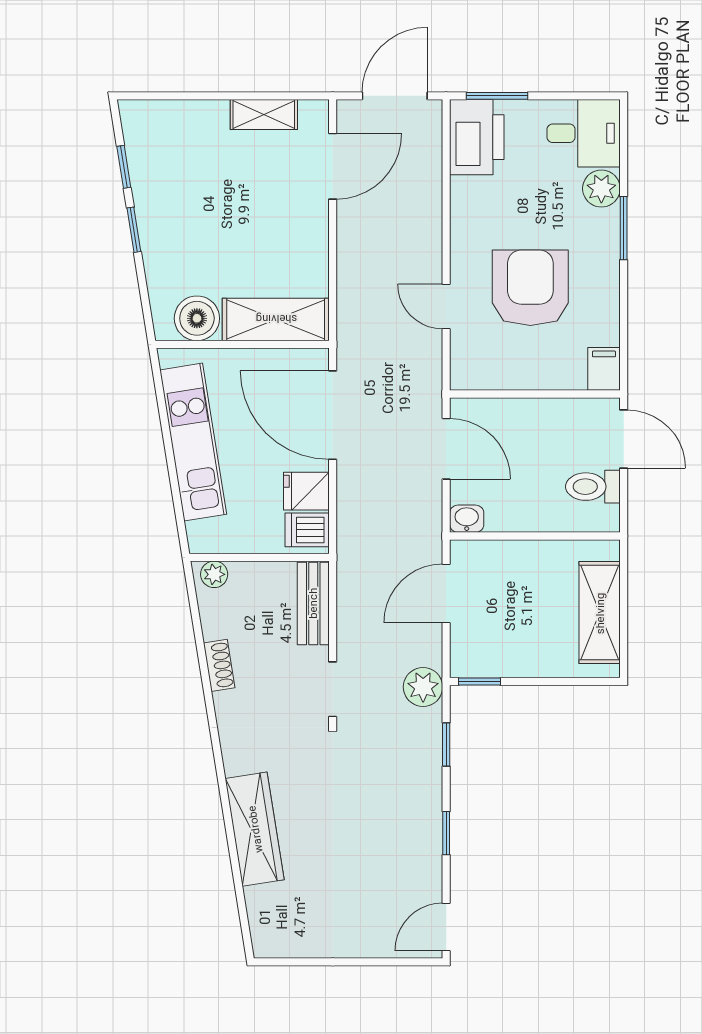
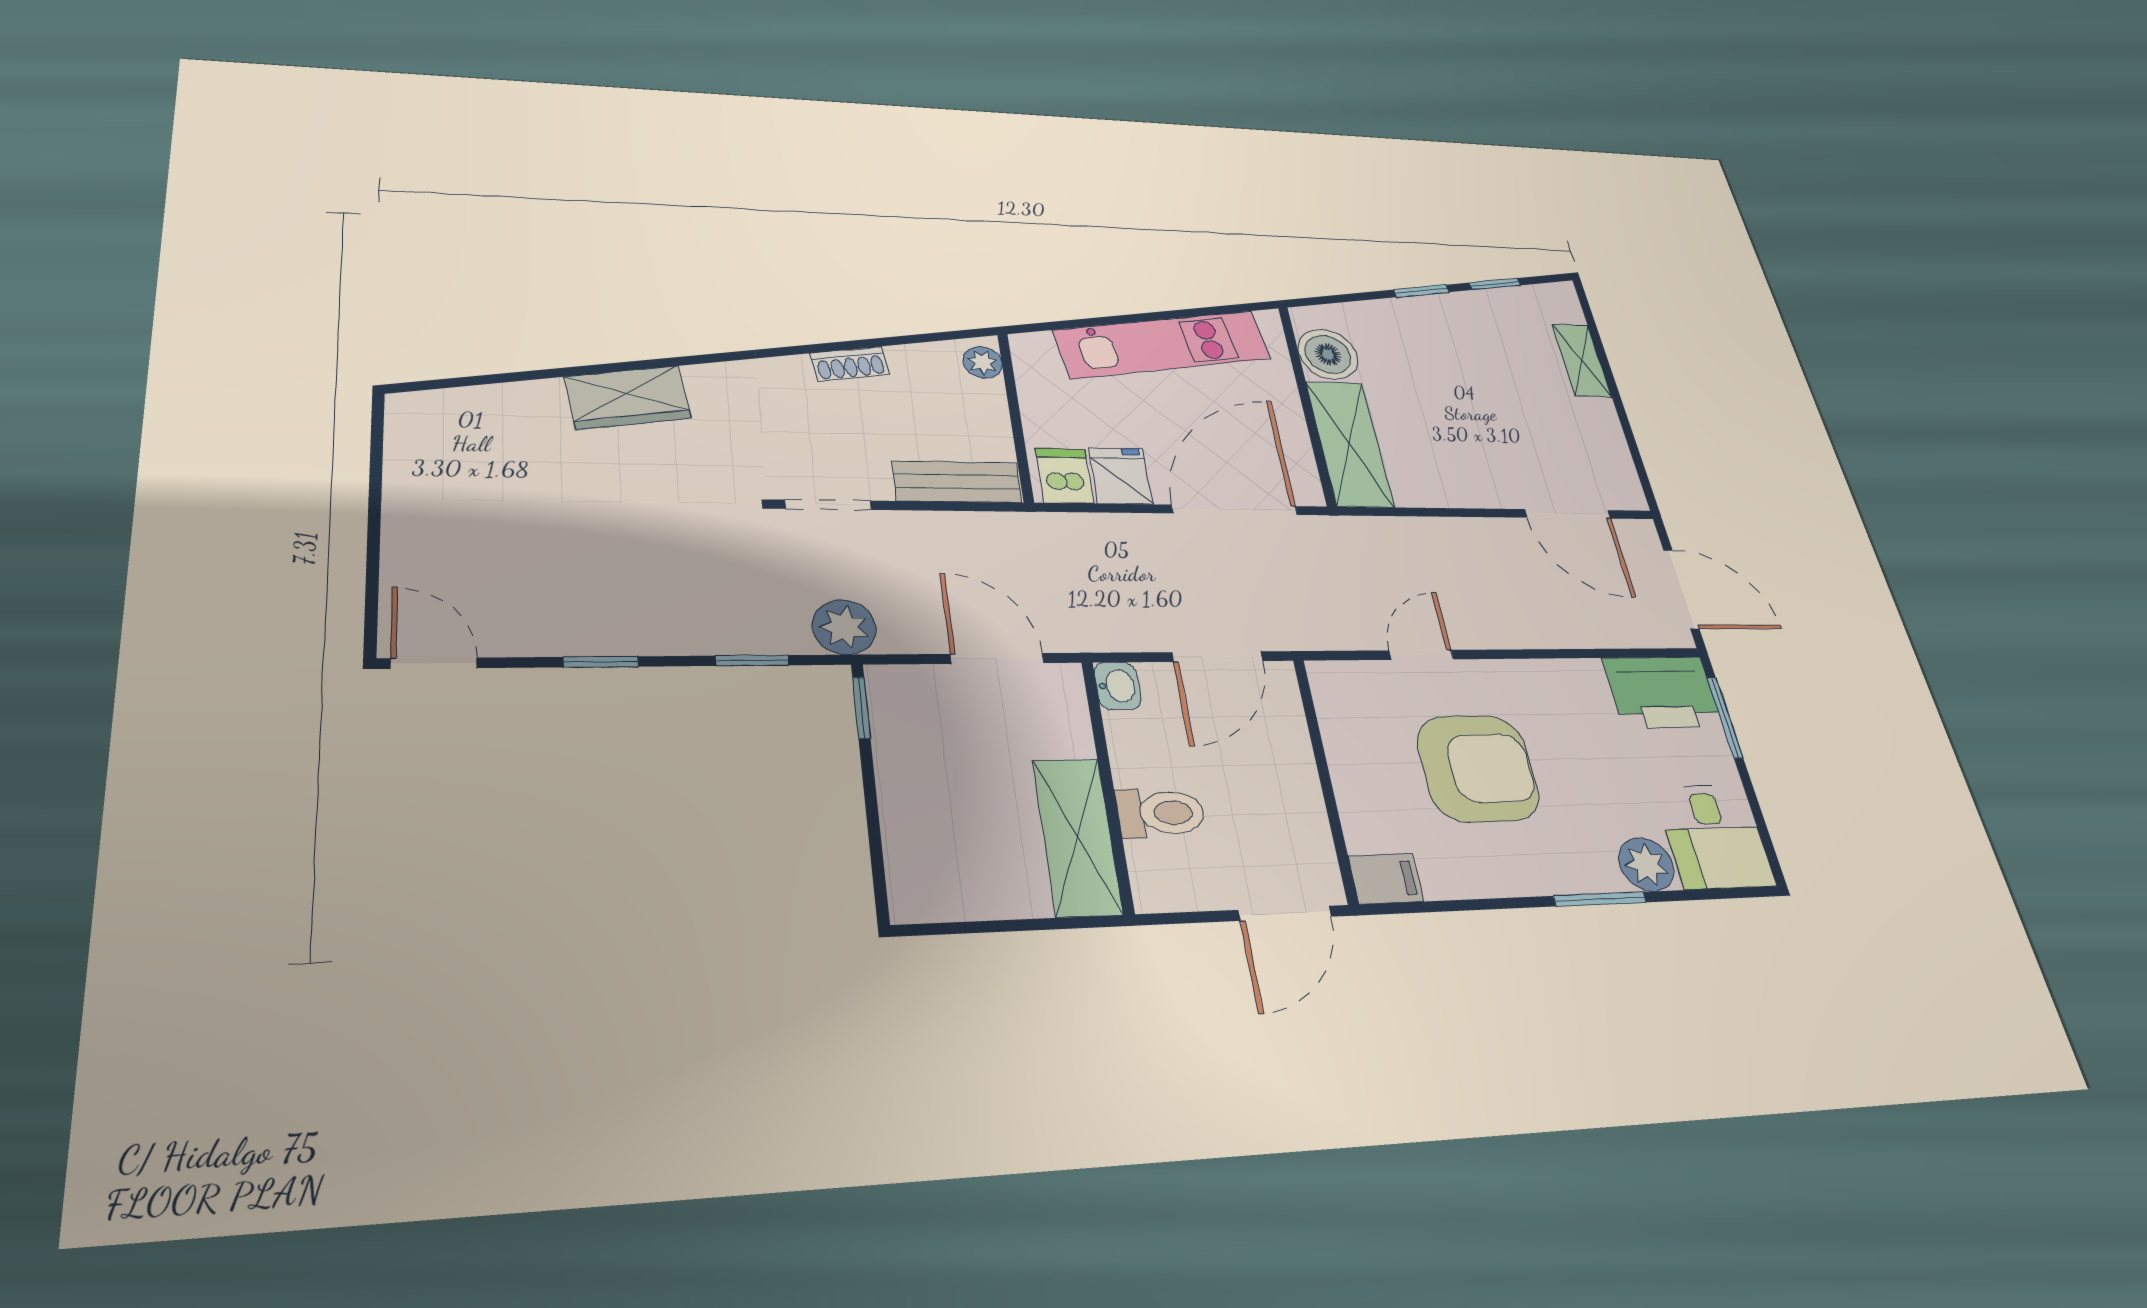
shelving: (264, 115) -> (1582, 360), moved
toilet: (593, 487) -> (1161, 813), moved, turned 90
shelving: (600, 613) -> (1077, 837), moved, turned 90
wardrobe: (255, 829) -> (628, 397), width x0.67

